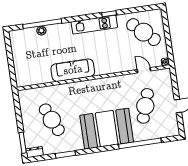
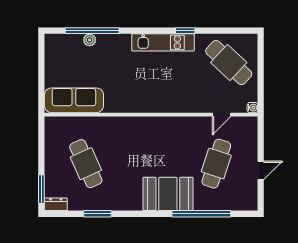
sofa: (73, 70) -> (74, 100), moved
door: (144, 70) -> (222, 115), swing flipped
booth: (107, 129) -> (168, 194), width x0.73, depth x0.70

